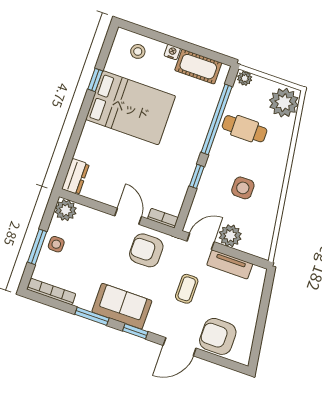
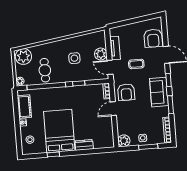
dresser: (75, 177) -> (84, 145), moved

